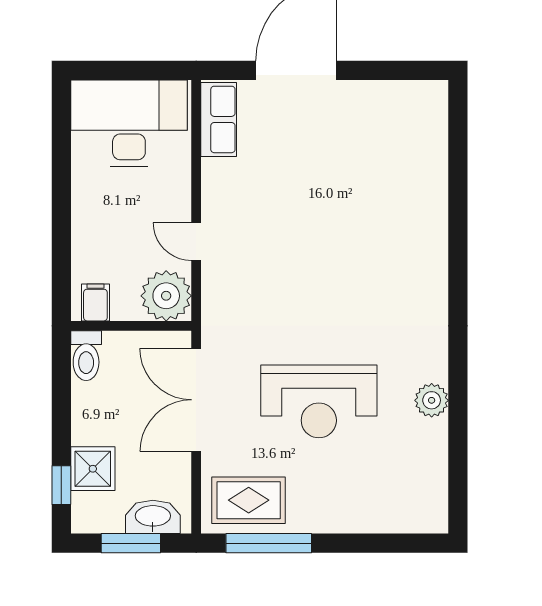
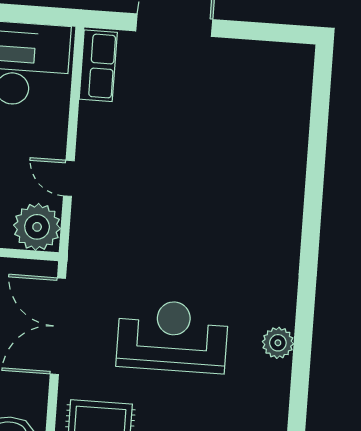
reception desk: (319, 401) -> (172, 336), turned 180

